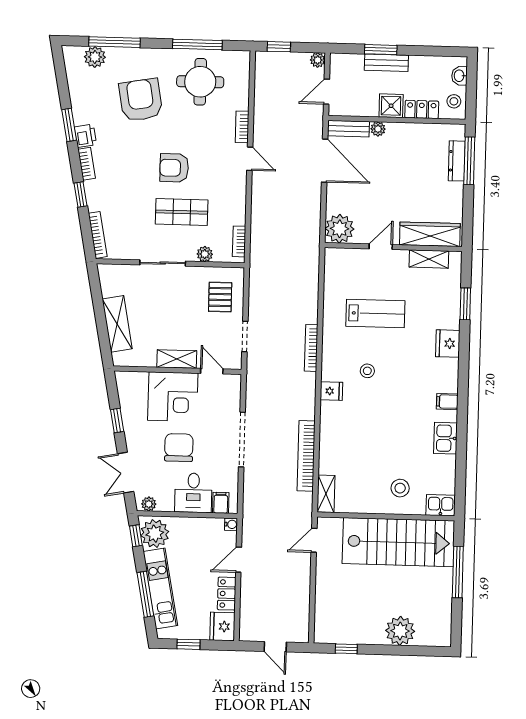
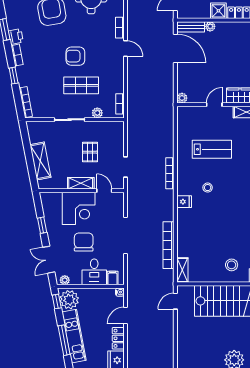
plant: (340, 229) -> (182, 98), width x0.53, depth x0.53
pallet: (220, 297) -> (90, 152), moved

